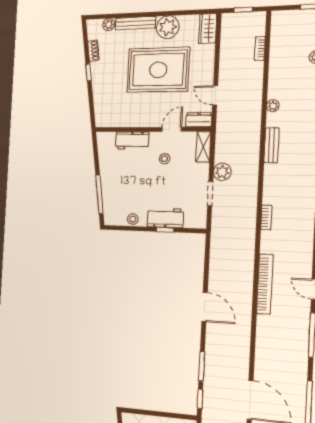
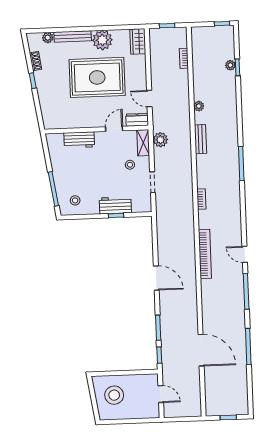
stool: (165, 159) -> (130, 165), moved
plant: (222, 172) -> (160, 140), moved
stool: (133, 219) -> (75, 200), moved

